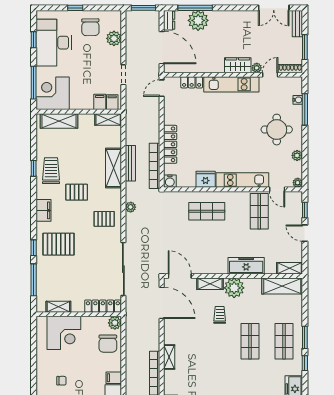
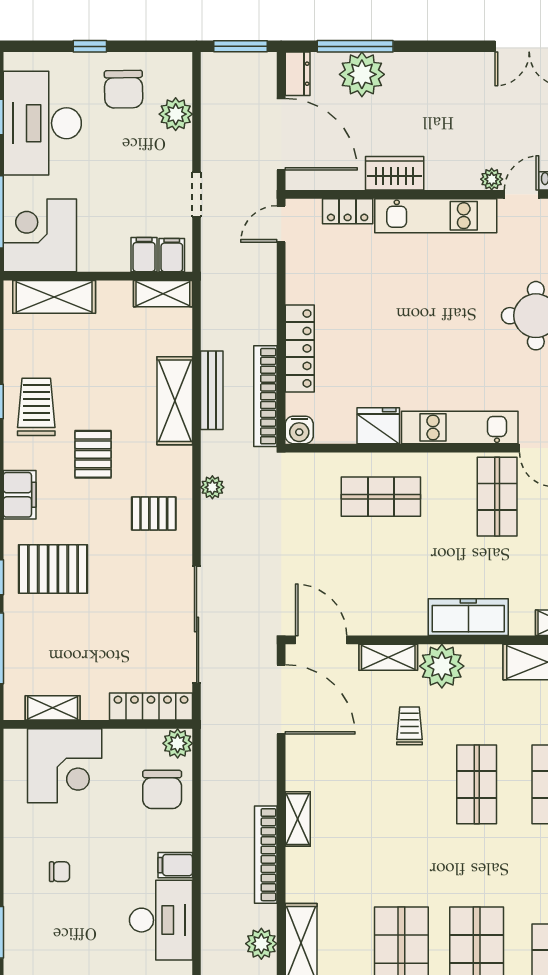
wardrobe: (238, 65) -> (395, 173), moved
pallet: (77, 192) -> (93, 454), turned 90

